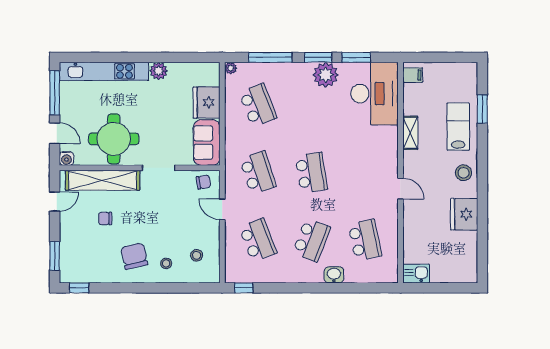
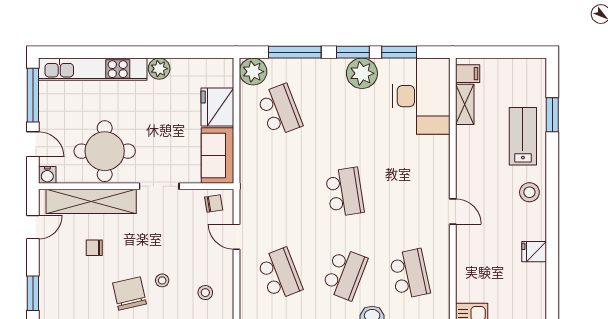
plant: (231, 68) -> (253, 72), width x1.88, depth x1.88
shelving: (410, 133) -> (465, 104), moved
school desk: (258, 173) -> (280, 192), removed
fridge: (464, 214) -> (534, 252), width x0.53, depth x0.75
stool: (166, 263) -> (162, 280), moved

